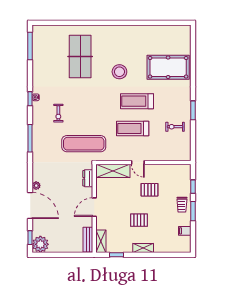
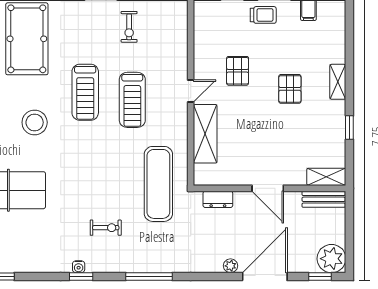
dresser: (88, 178) -> (218, 199), moved
door: (94, 207) -> (268, 188), moved
wall: (94, 208) -> (270, 188), moved
bench: (88, 240) -> (324, 199), moved
shelving: (101, 241) -> (326, 177), moved

